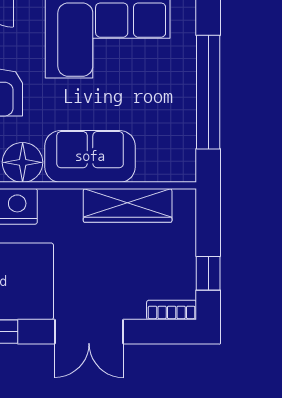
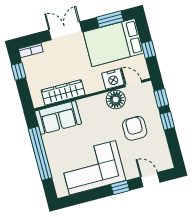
sofa: (90, 156) -> (58, 117), moved

